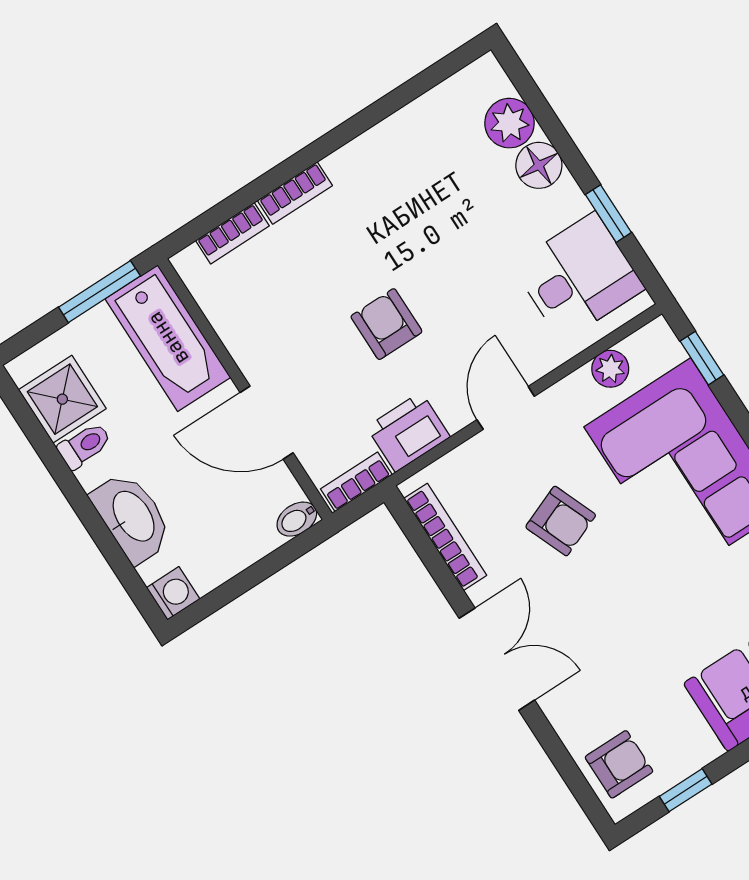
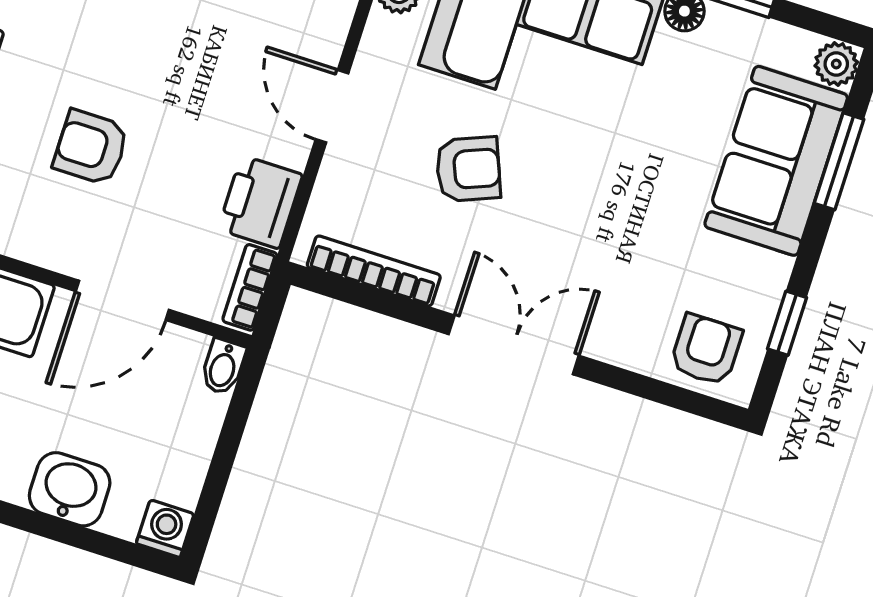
armchair: (386, 324) -> (91, 147), moved
washbasin: (132, 517) -> (70, 489), width x0.72

